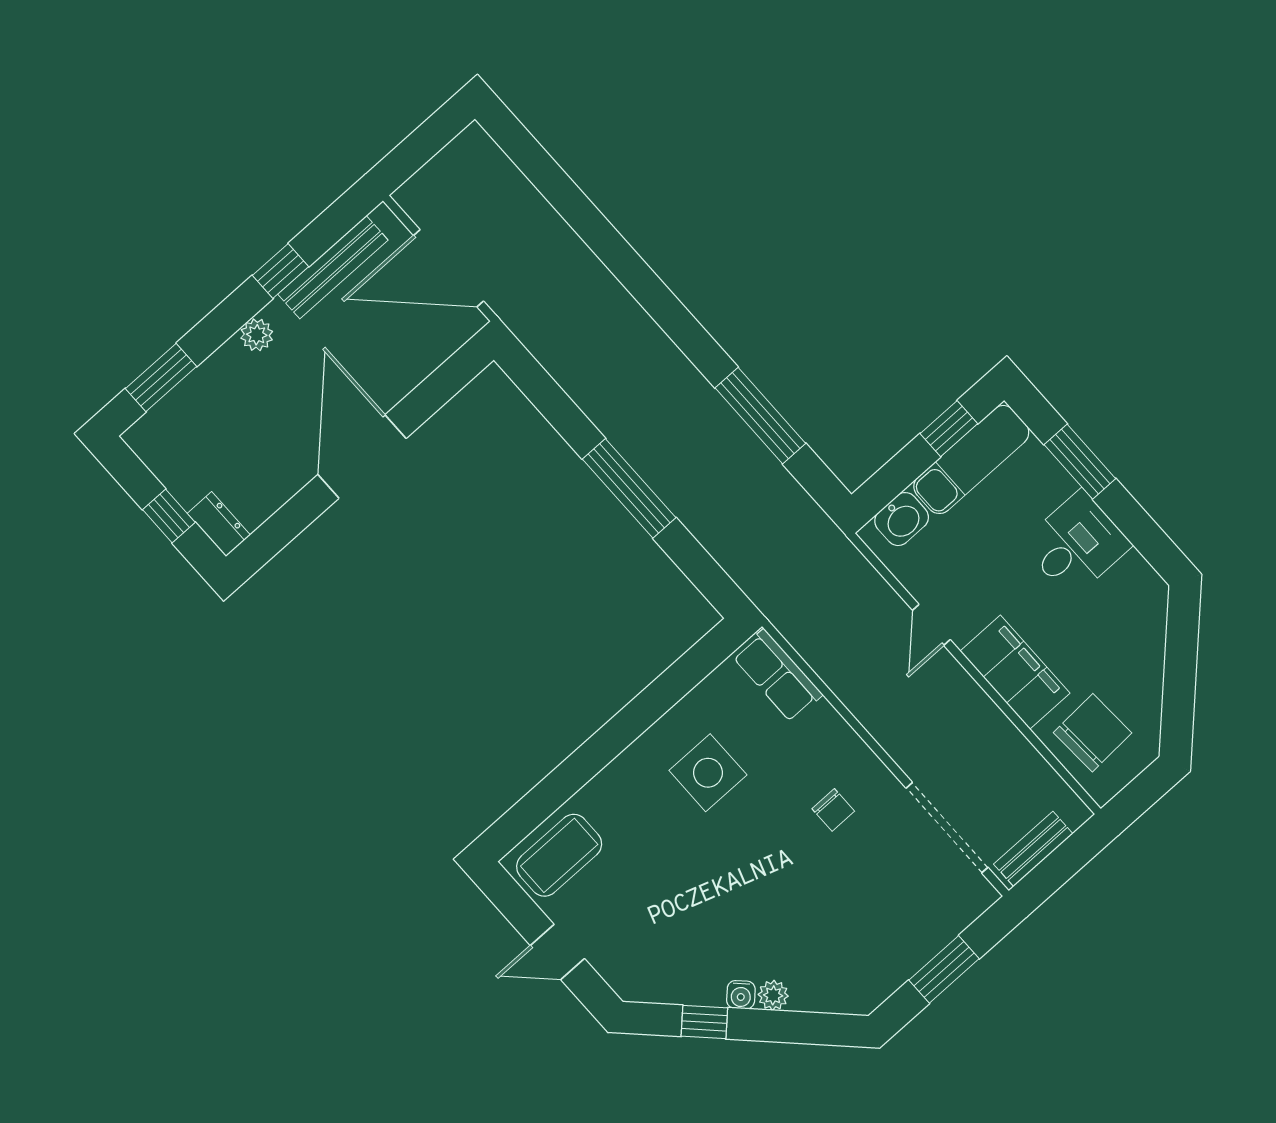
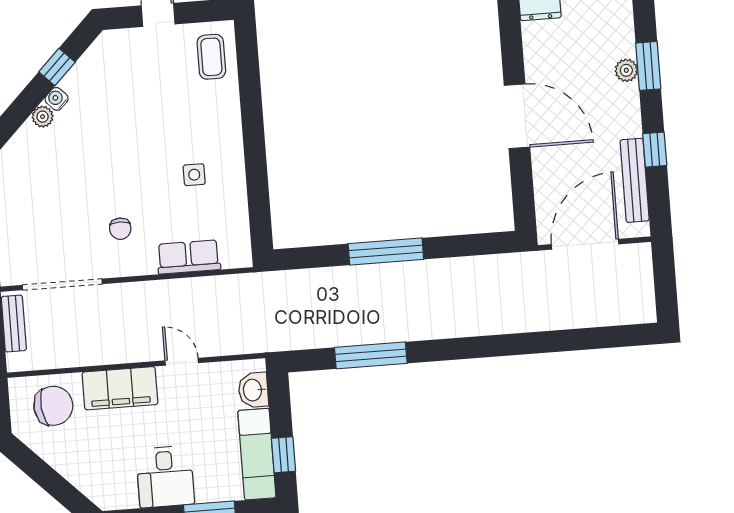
plant: (257, 335) -> (626, 70), moved
window: (161, 378) -> (648, 66), moved
row of seats: (778, 676) -> (189, 257), moved
chair: (1093, 733) -> (53, 406), turned -93
side table: (708, 773) -> (194, 175), width x0.54, depth x0.54
chair: (833, 810) -> (120, 229), turned -90
coffee table: (559, 855) -> (211, 57), width x0.73, depth x0.77

